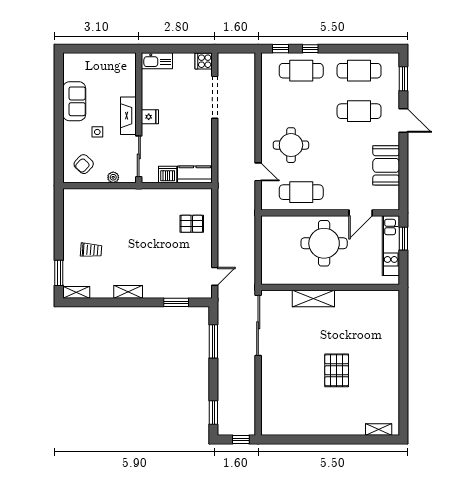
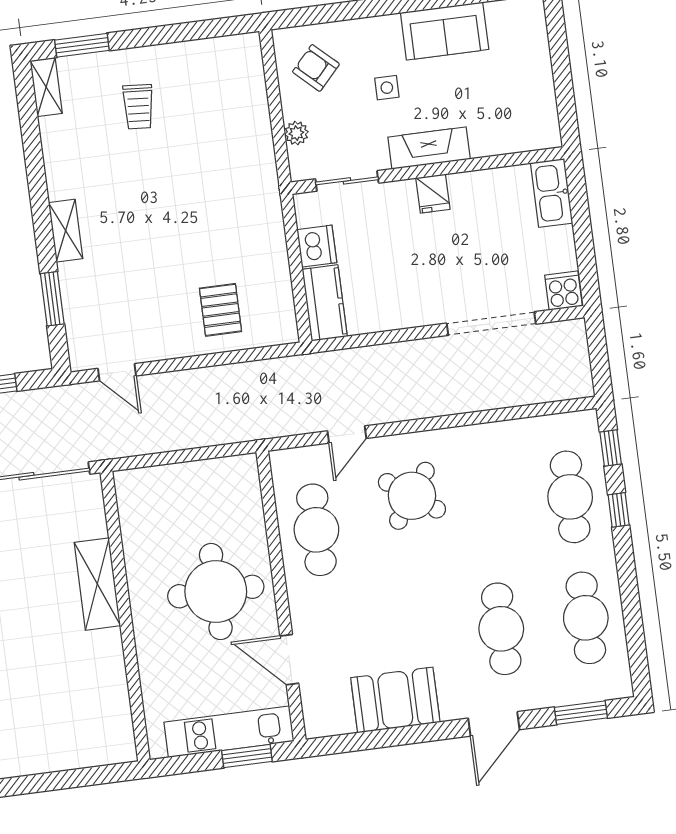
round table: (291, 145) -> (412, 496), turned 36
sliding door: (139, 156) -> (347, 181), width x0.73
shelving: (128, 292) -> (66, 231), moved

